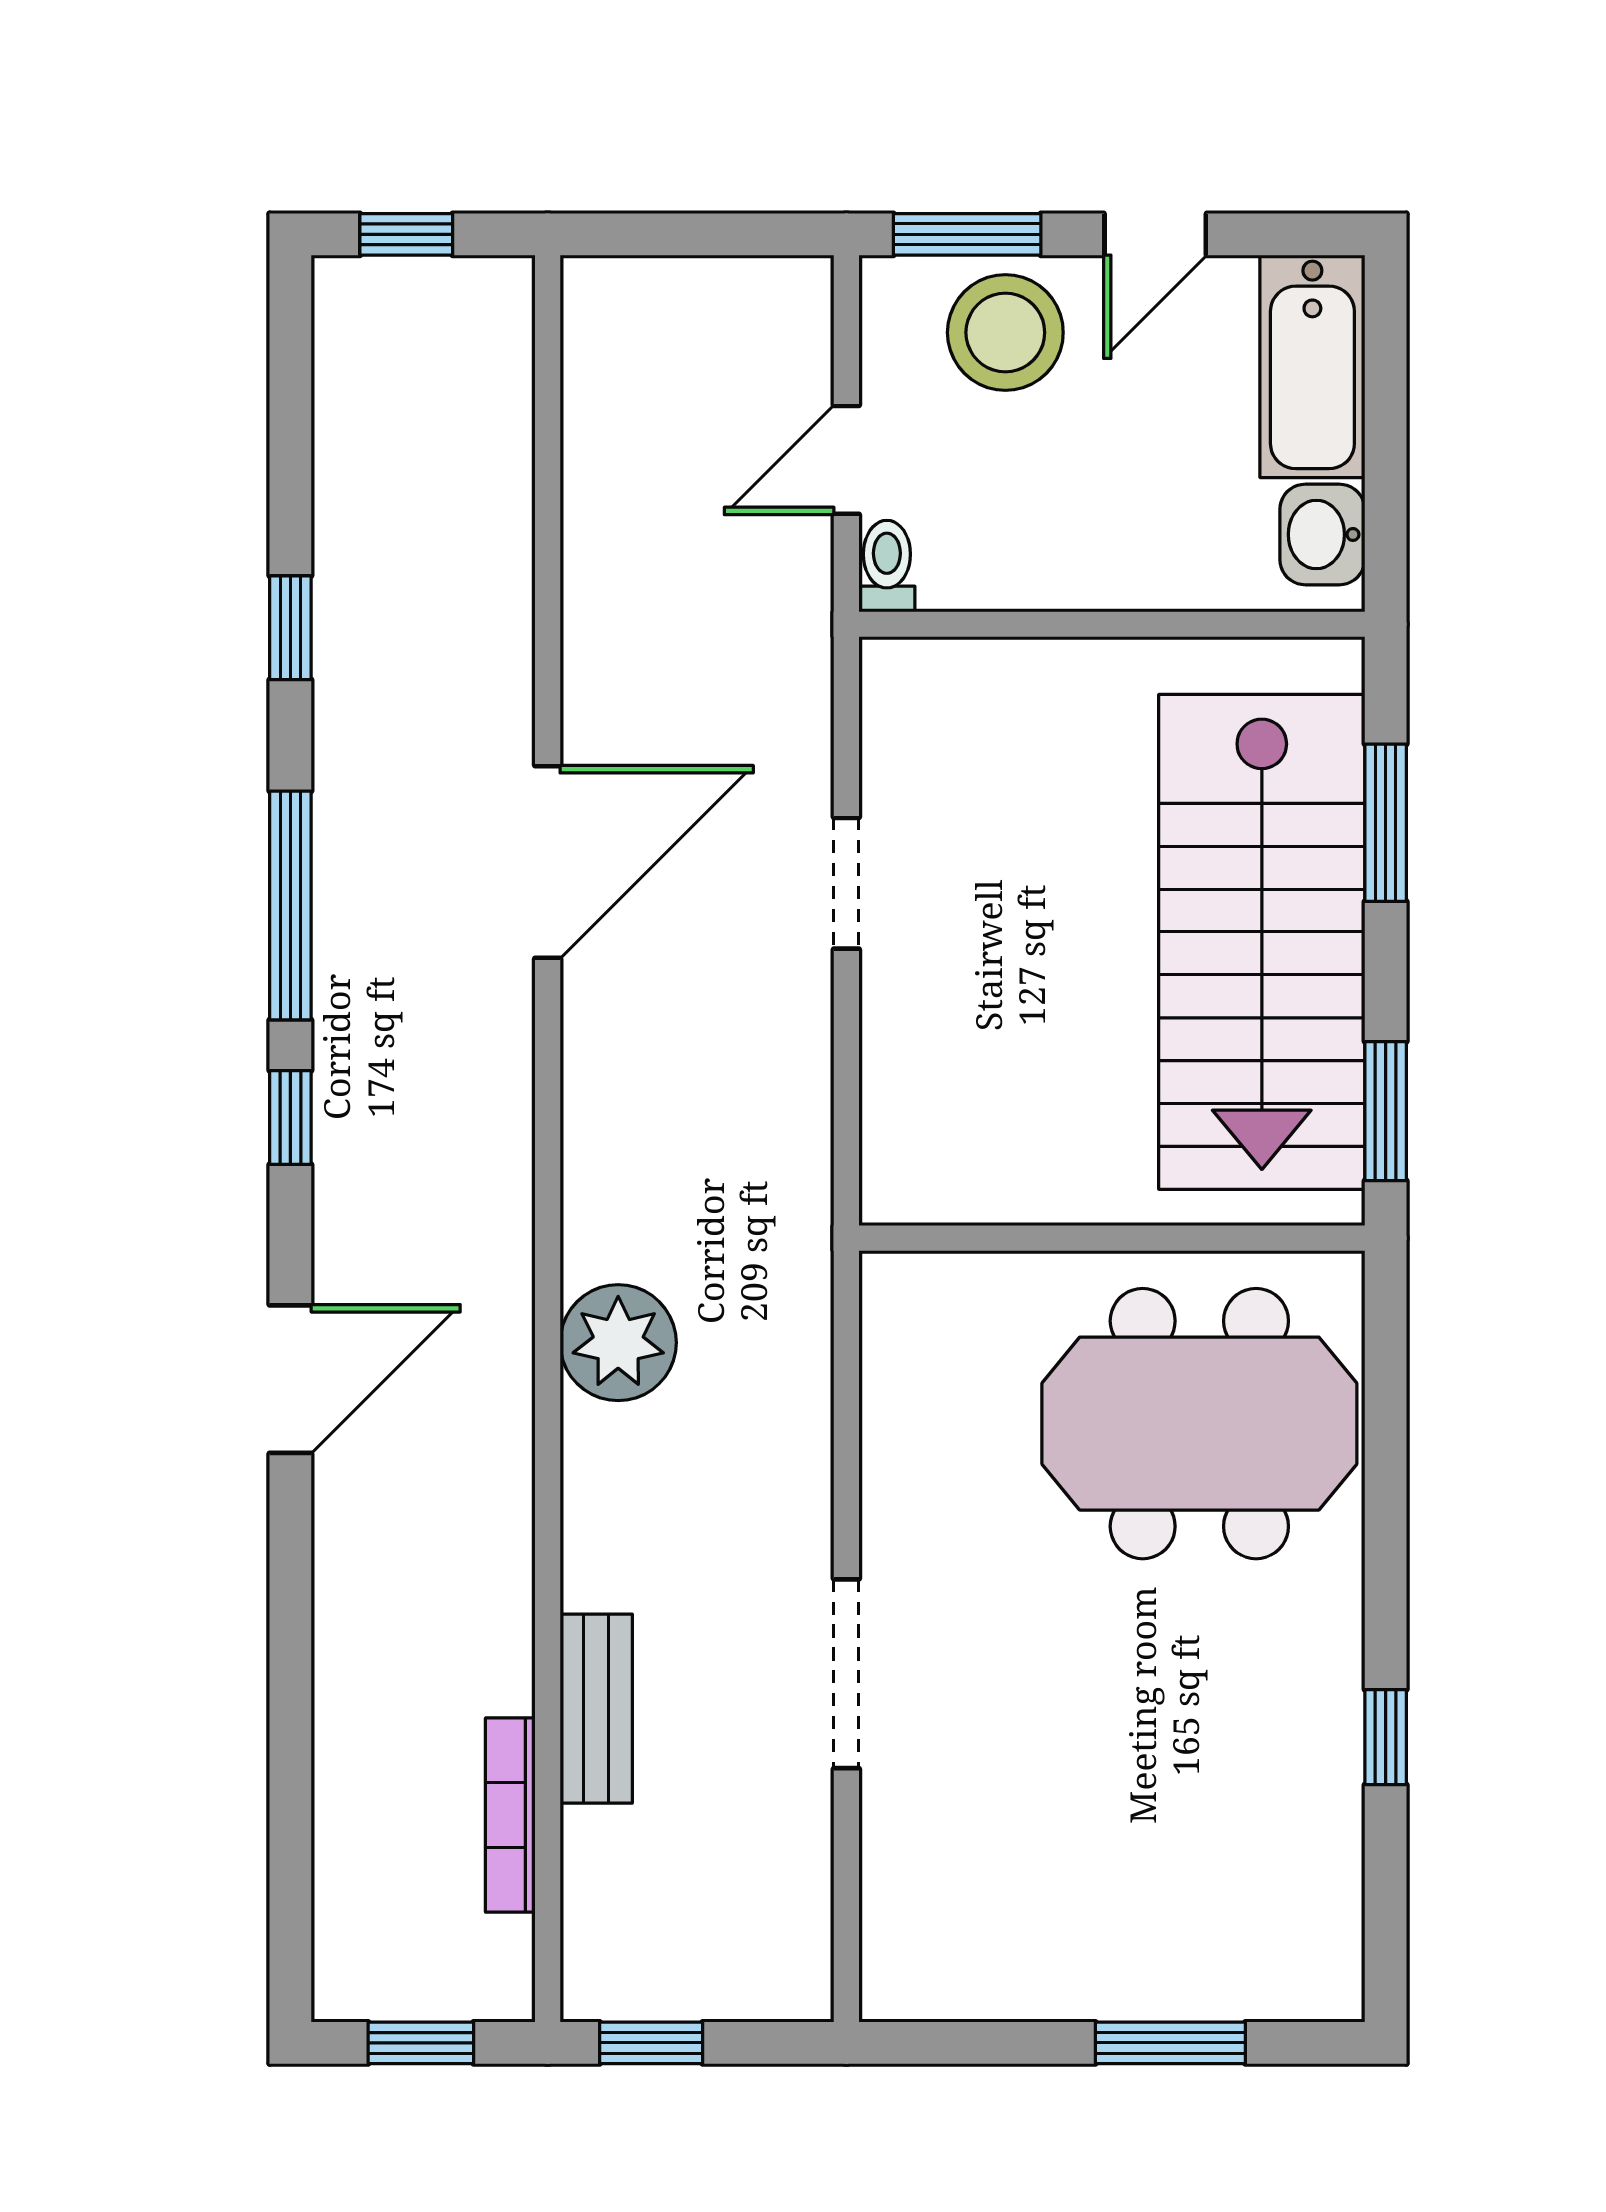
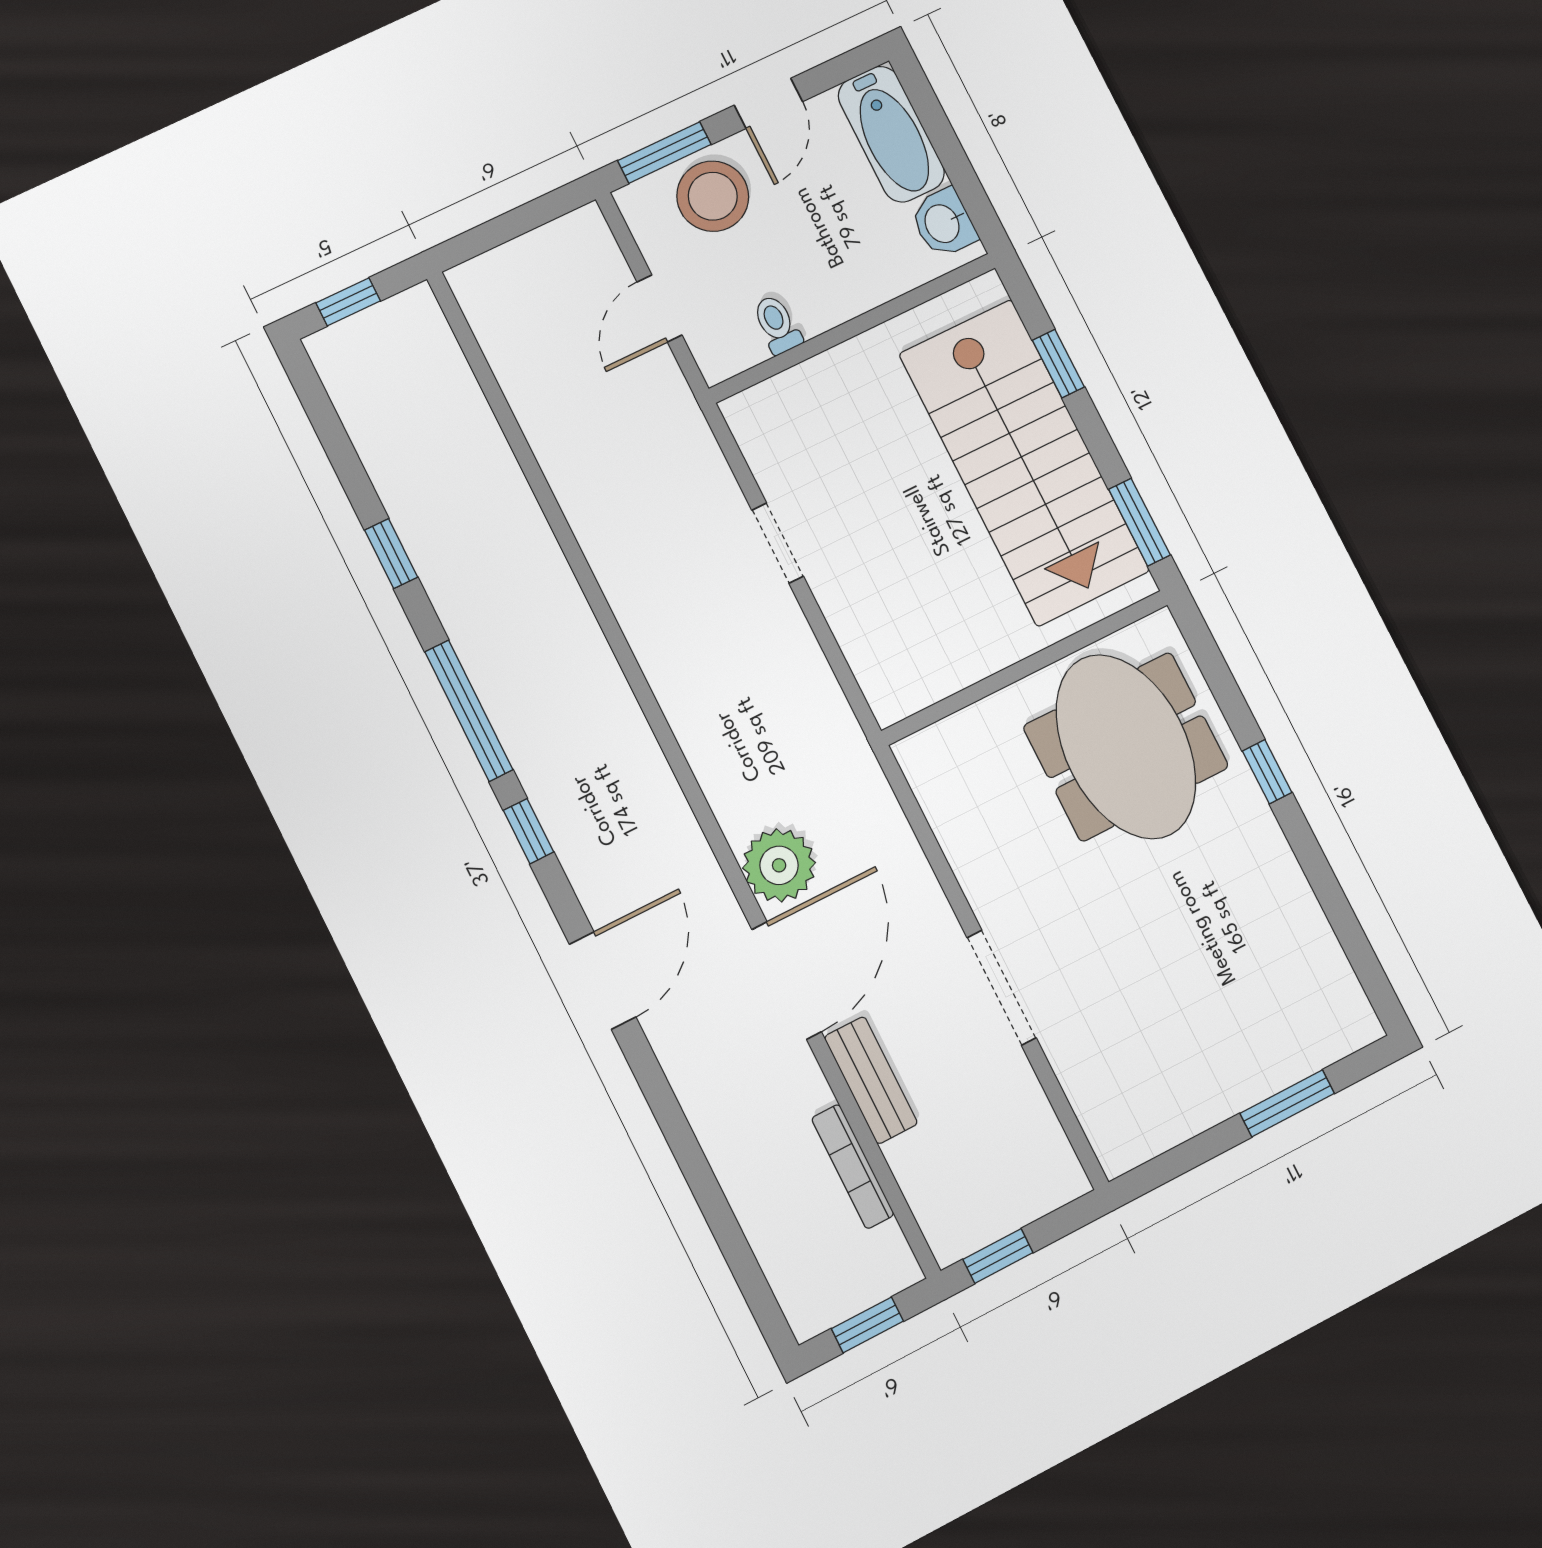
toilet: (887, 566) -> (777, 325), moved
window: (1386, 823) -> (1058, 364), width x0.67
door: (548, 862) -> (787, 981), moved
meeting table: (1199, 1424) -> (1126, 747), turned 90
window: (1386, 1737) -> (1267, 772), moved

